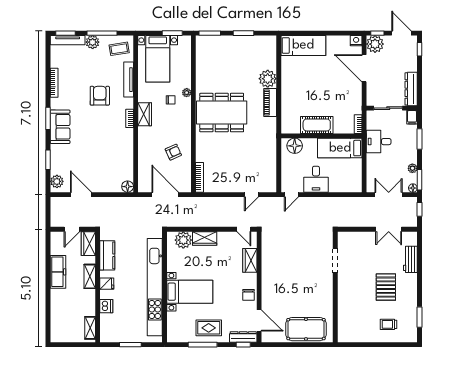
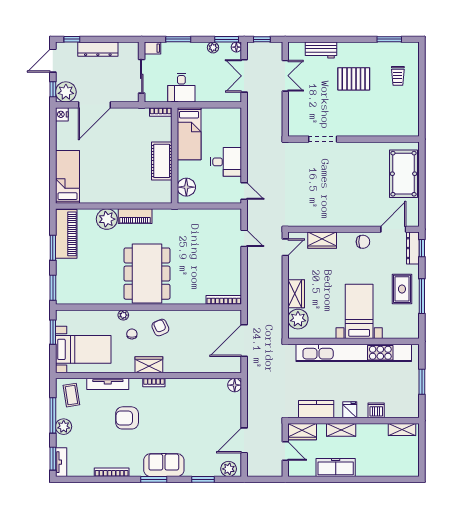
tv unit: (68, 40) -> (61, 462), width x0.71
piano: (255, 44) -> (66, 234), added
dresser: (411, 89) -> (98, 49), moved
armchair: (173, 152) -> (160, 328), moved

